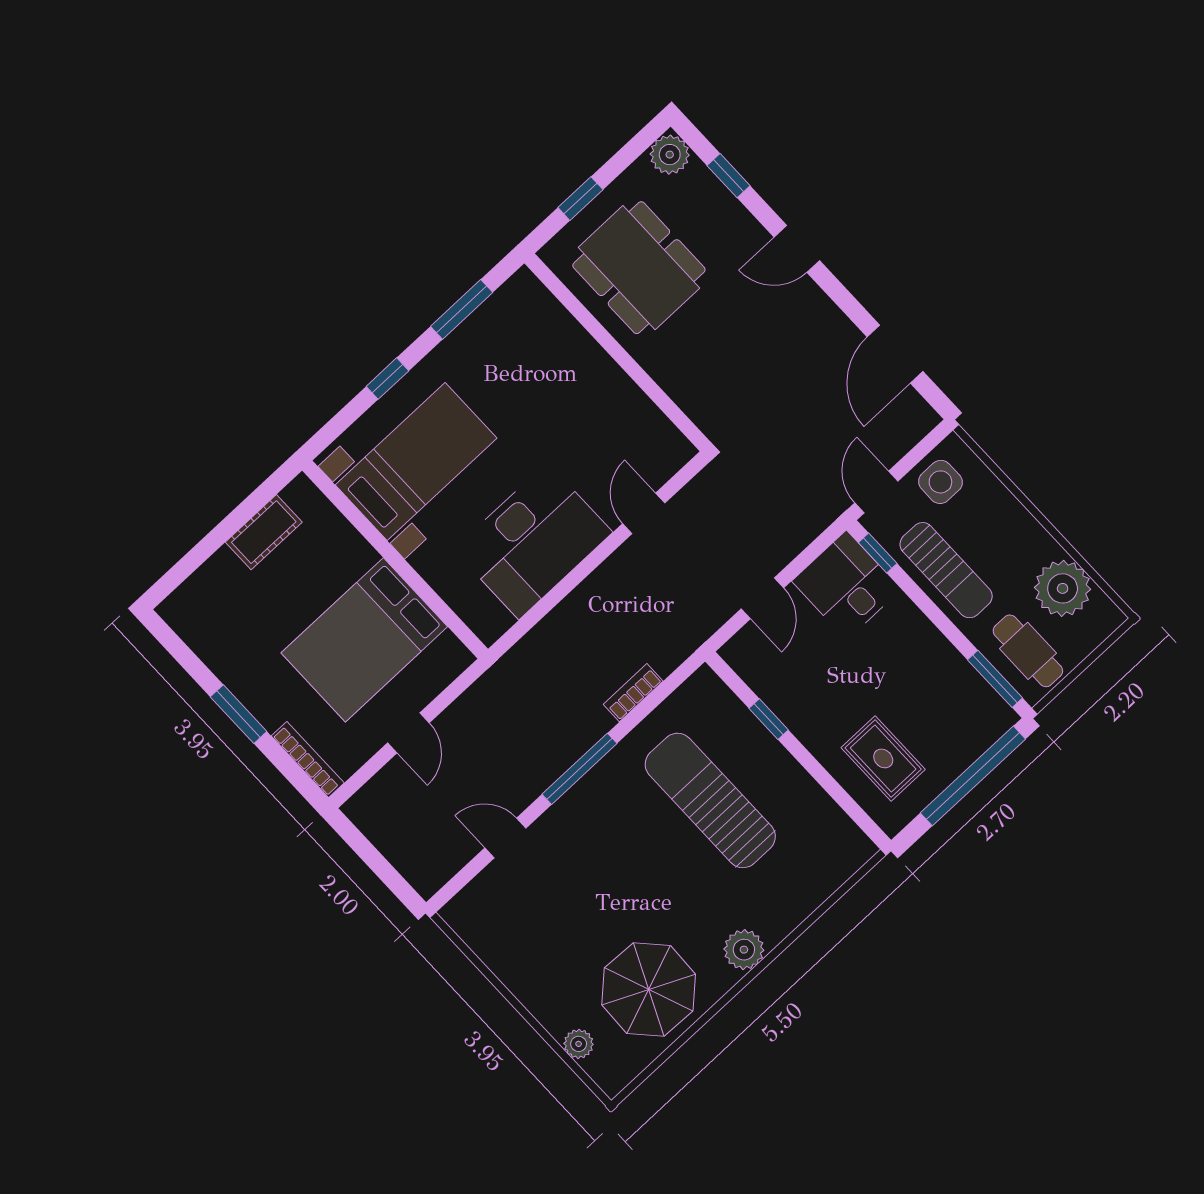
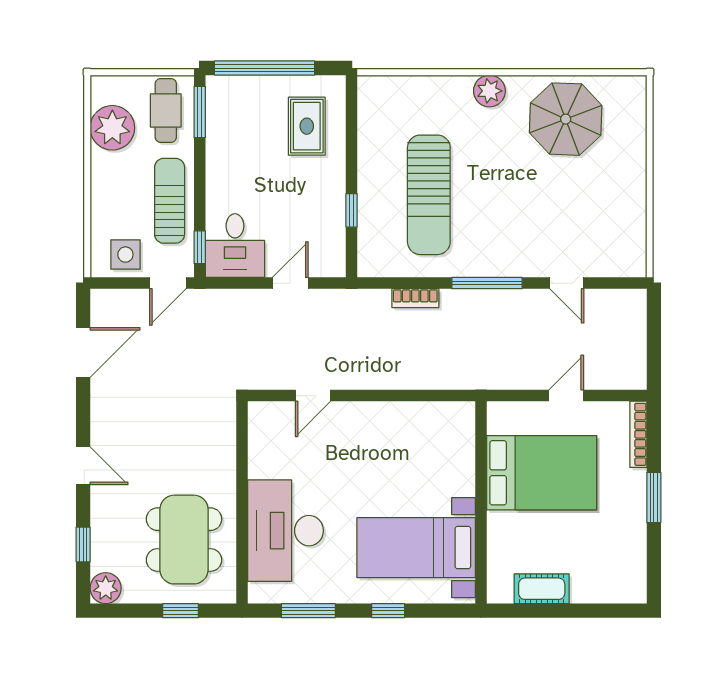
desk: (533, 541) -> (285, 531), moved, turned -90
plant: (579, 1044) -> (635, 125), removed

